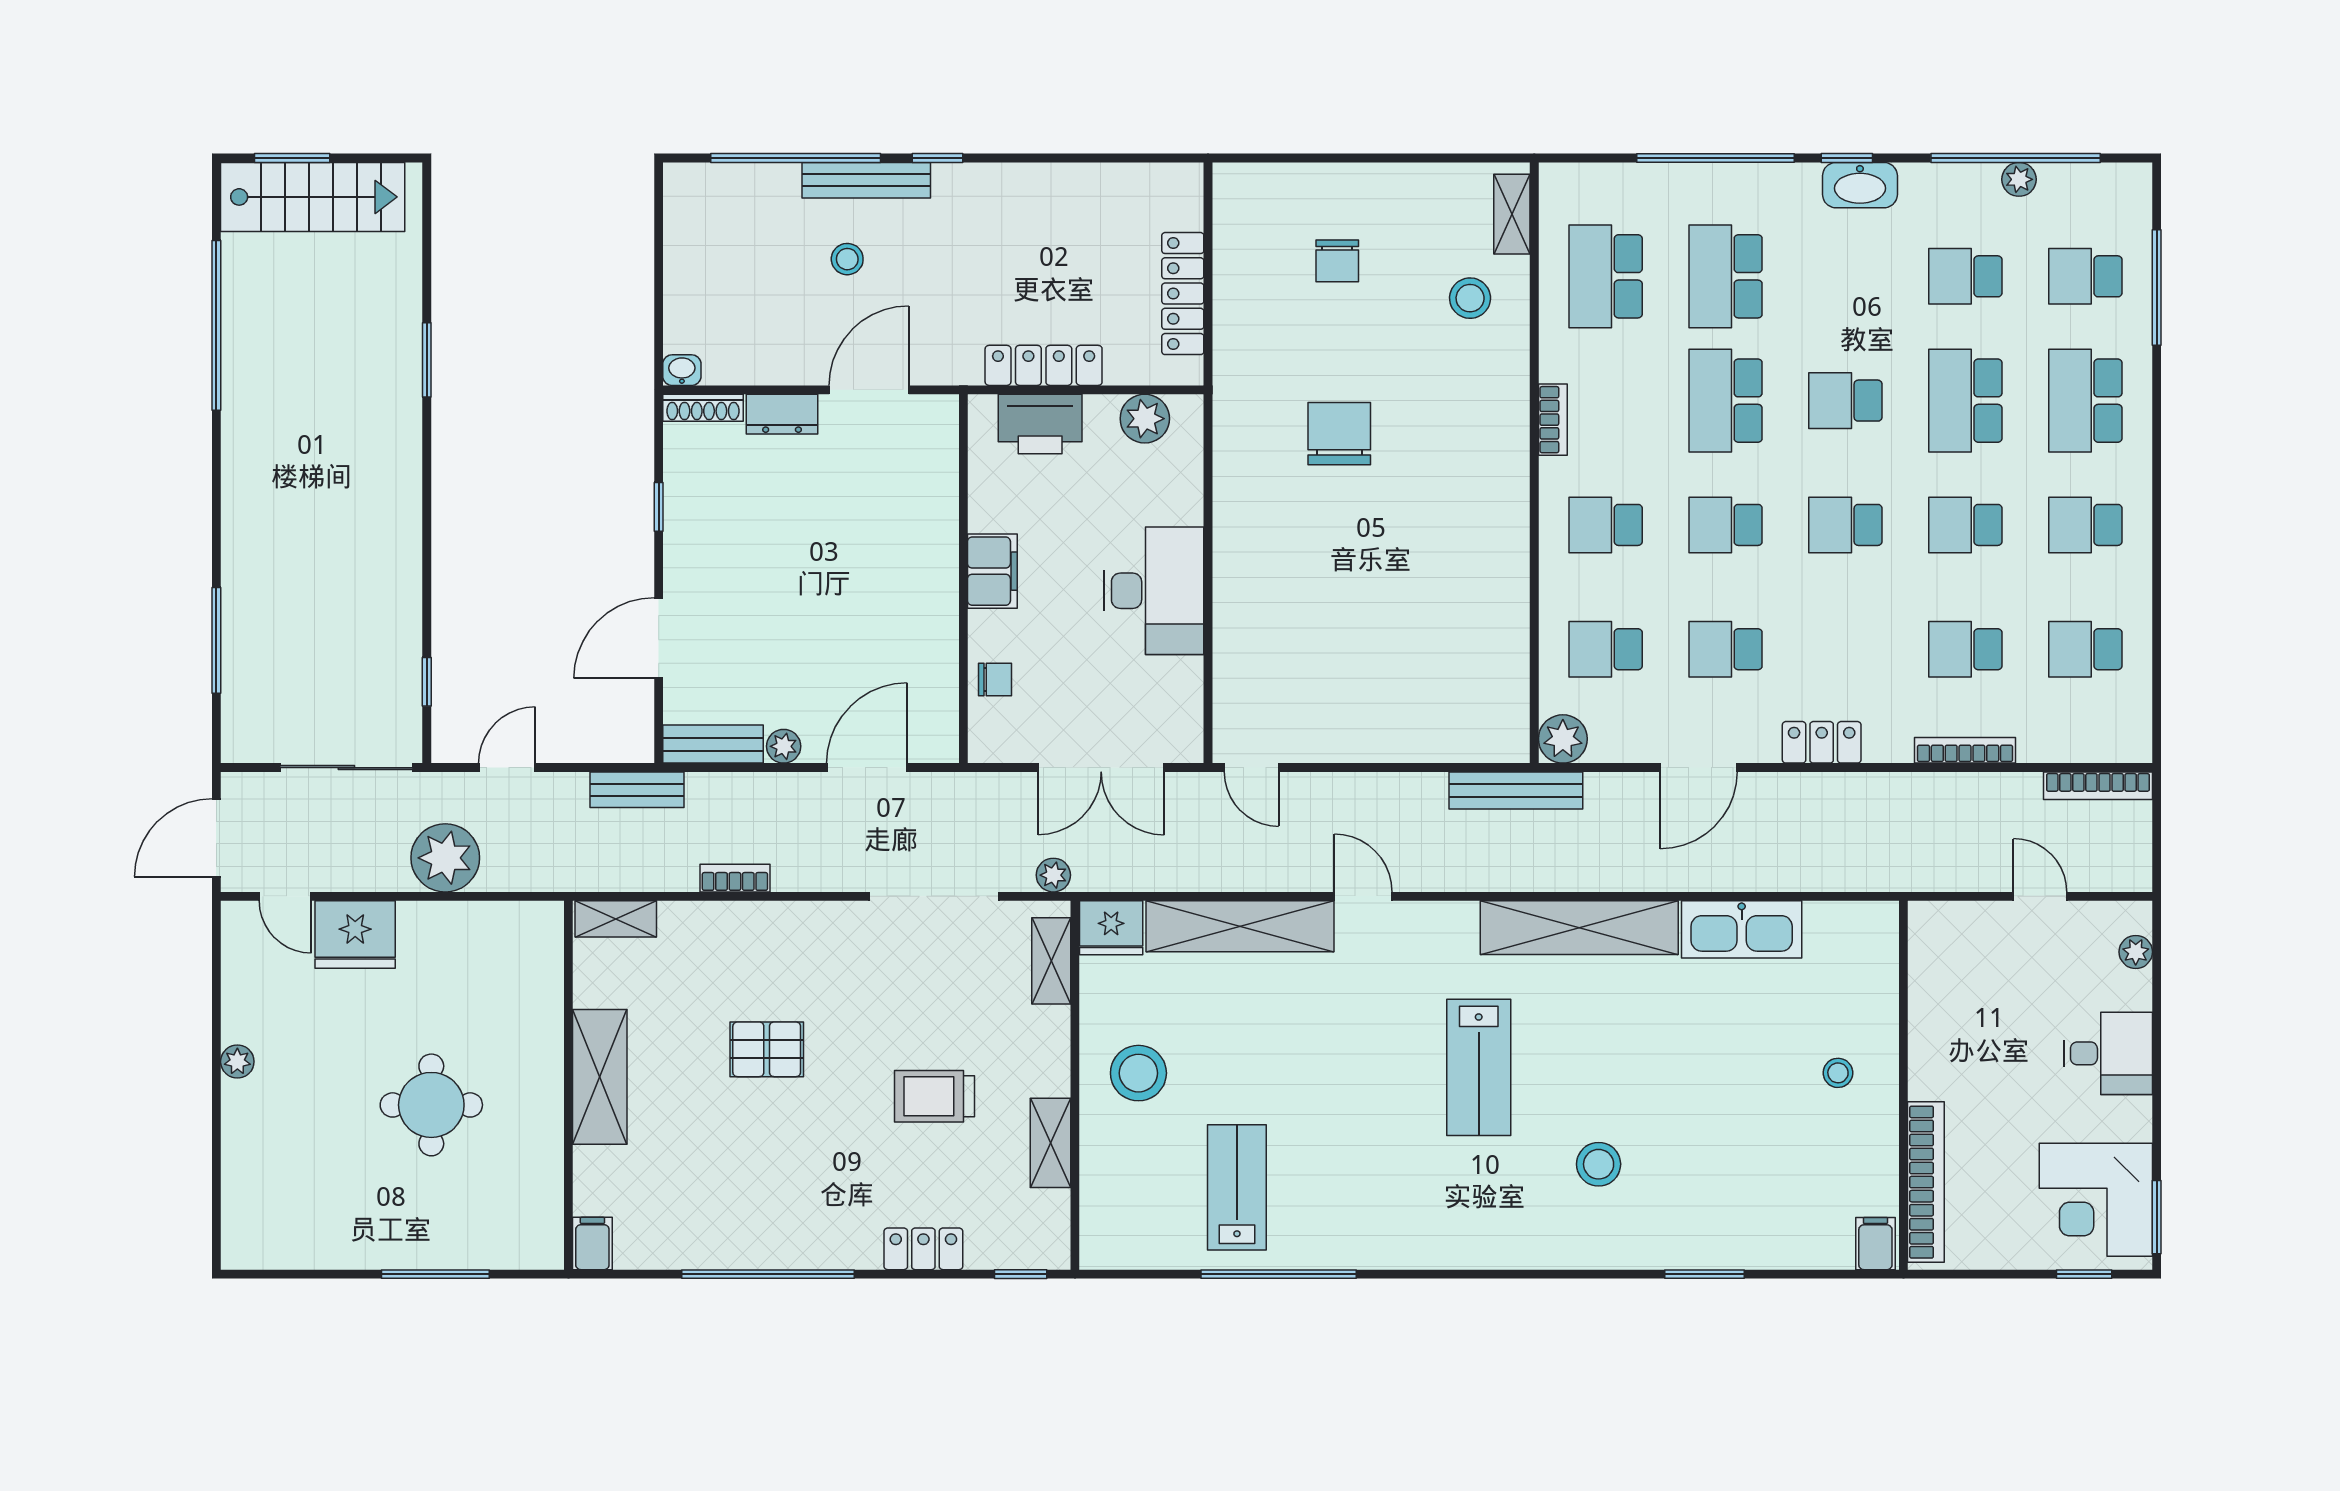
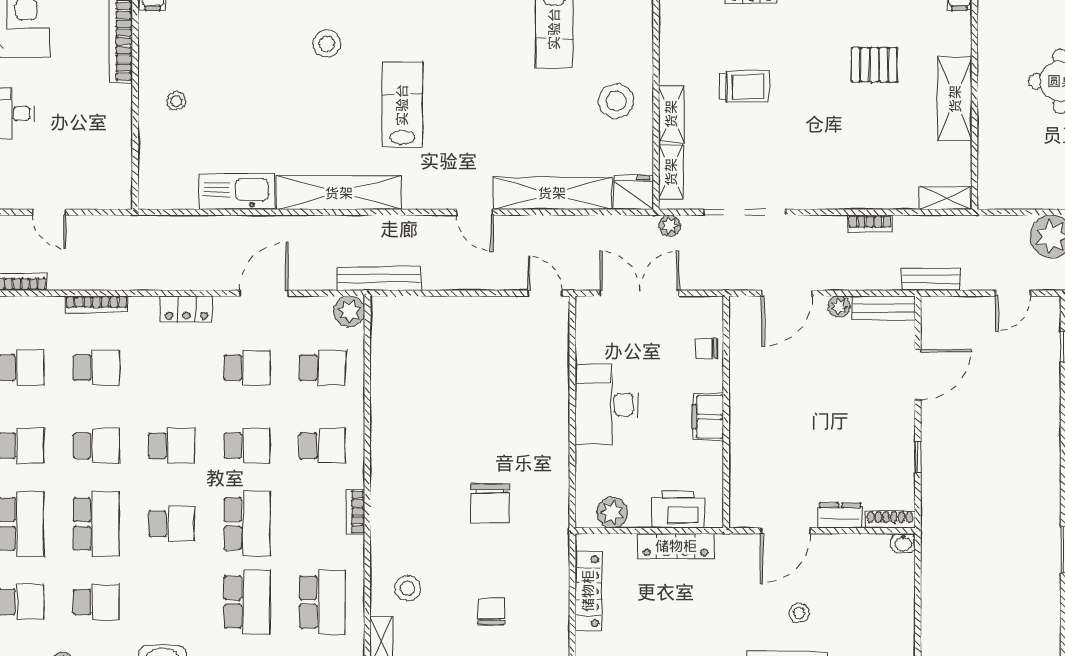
pallet: (767, 1049) -> (874, 65), moved
shelving: (1051, 1143) -> (671, 114), moved

